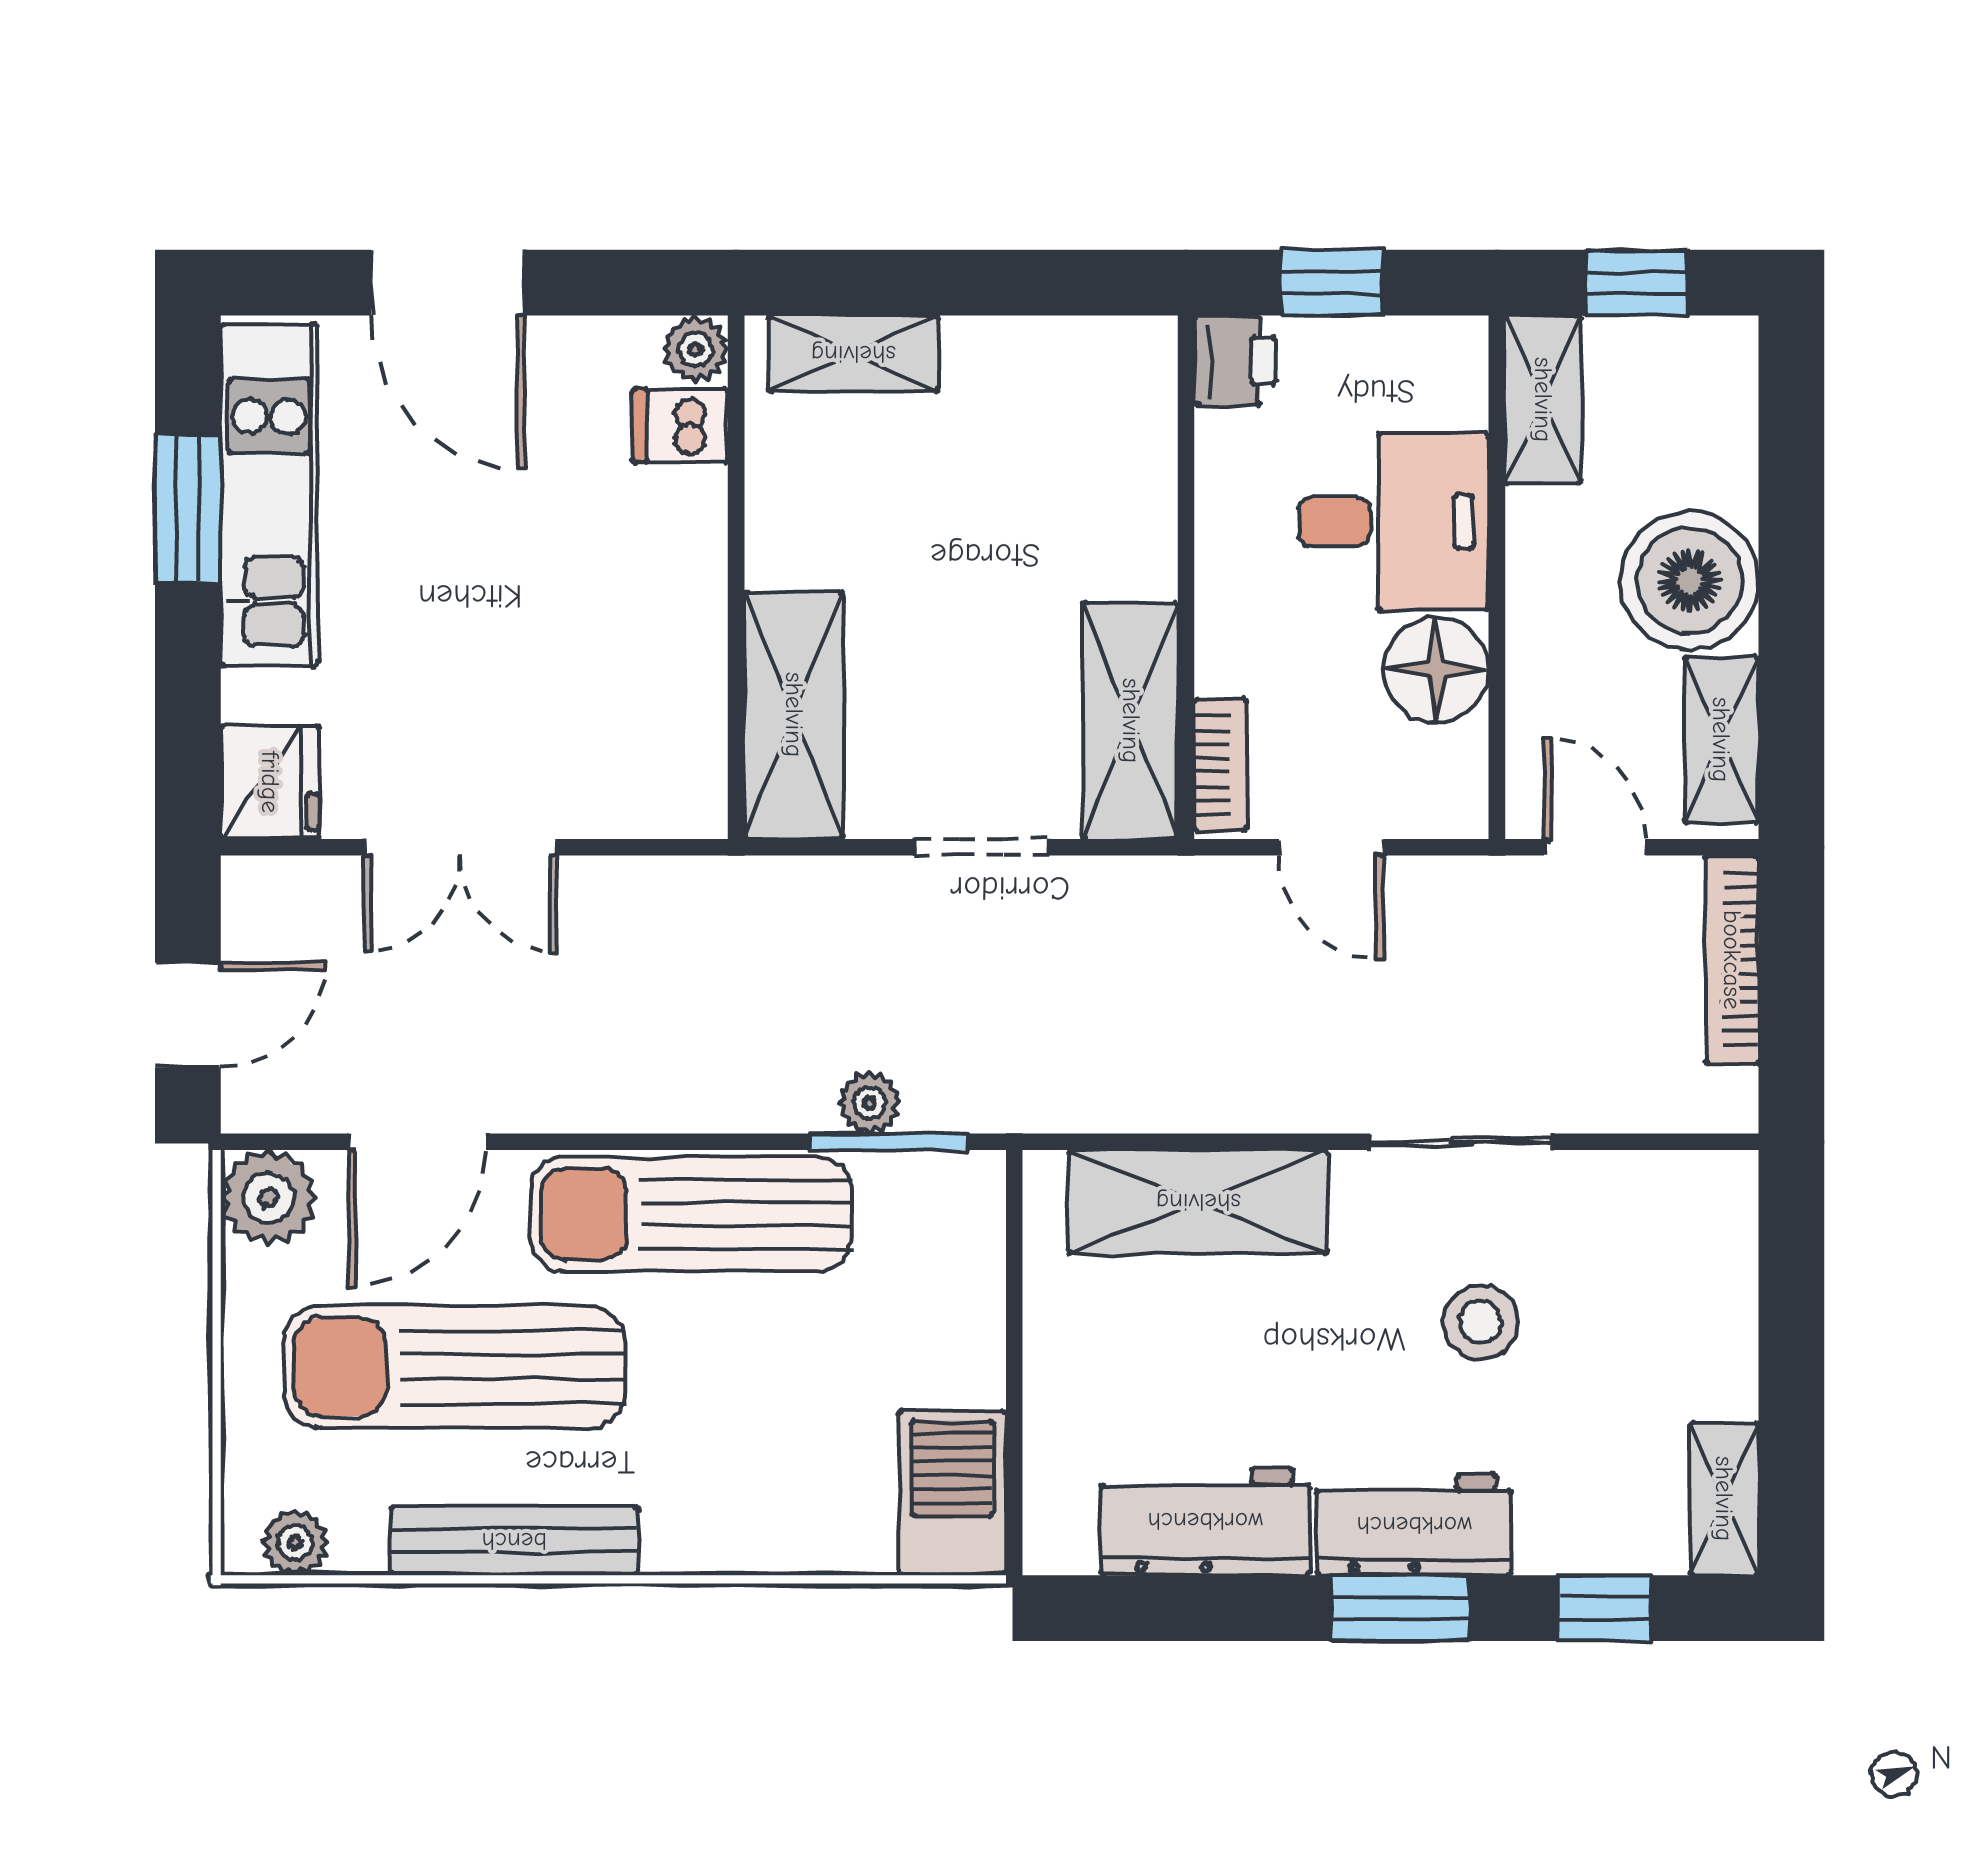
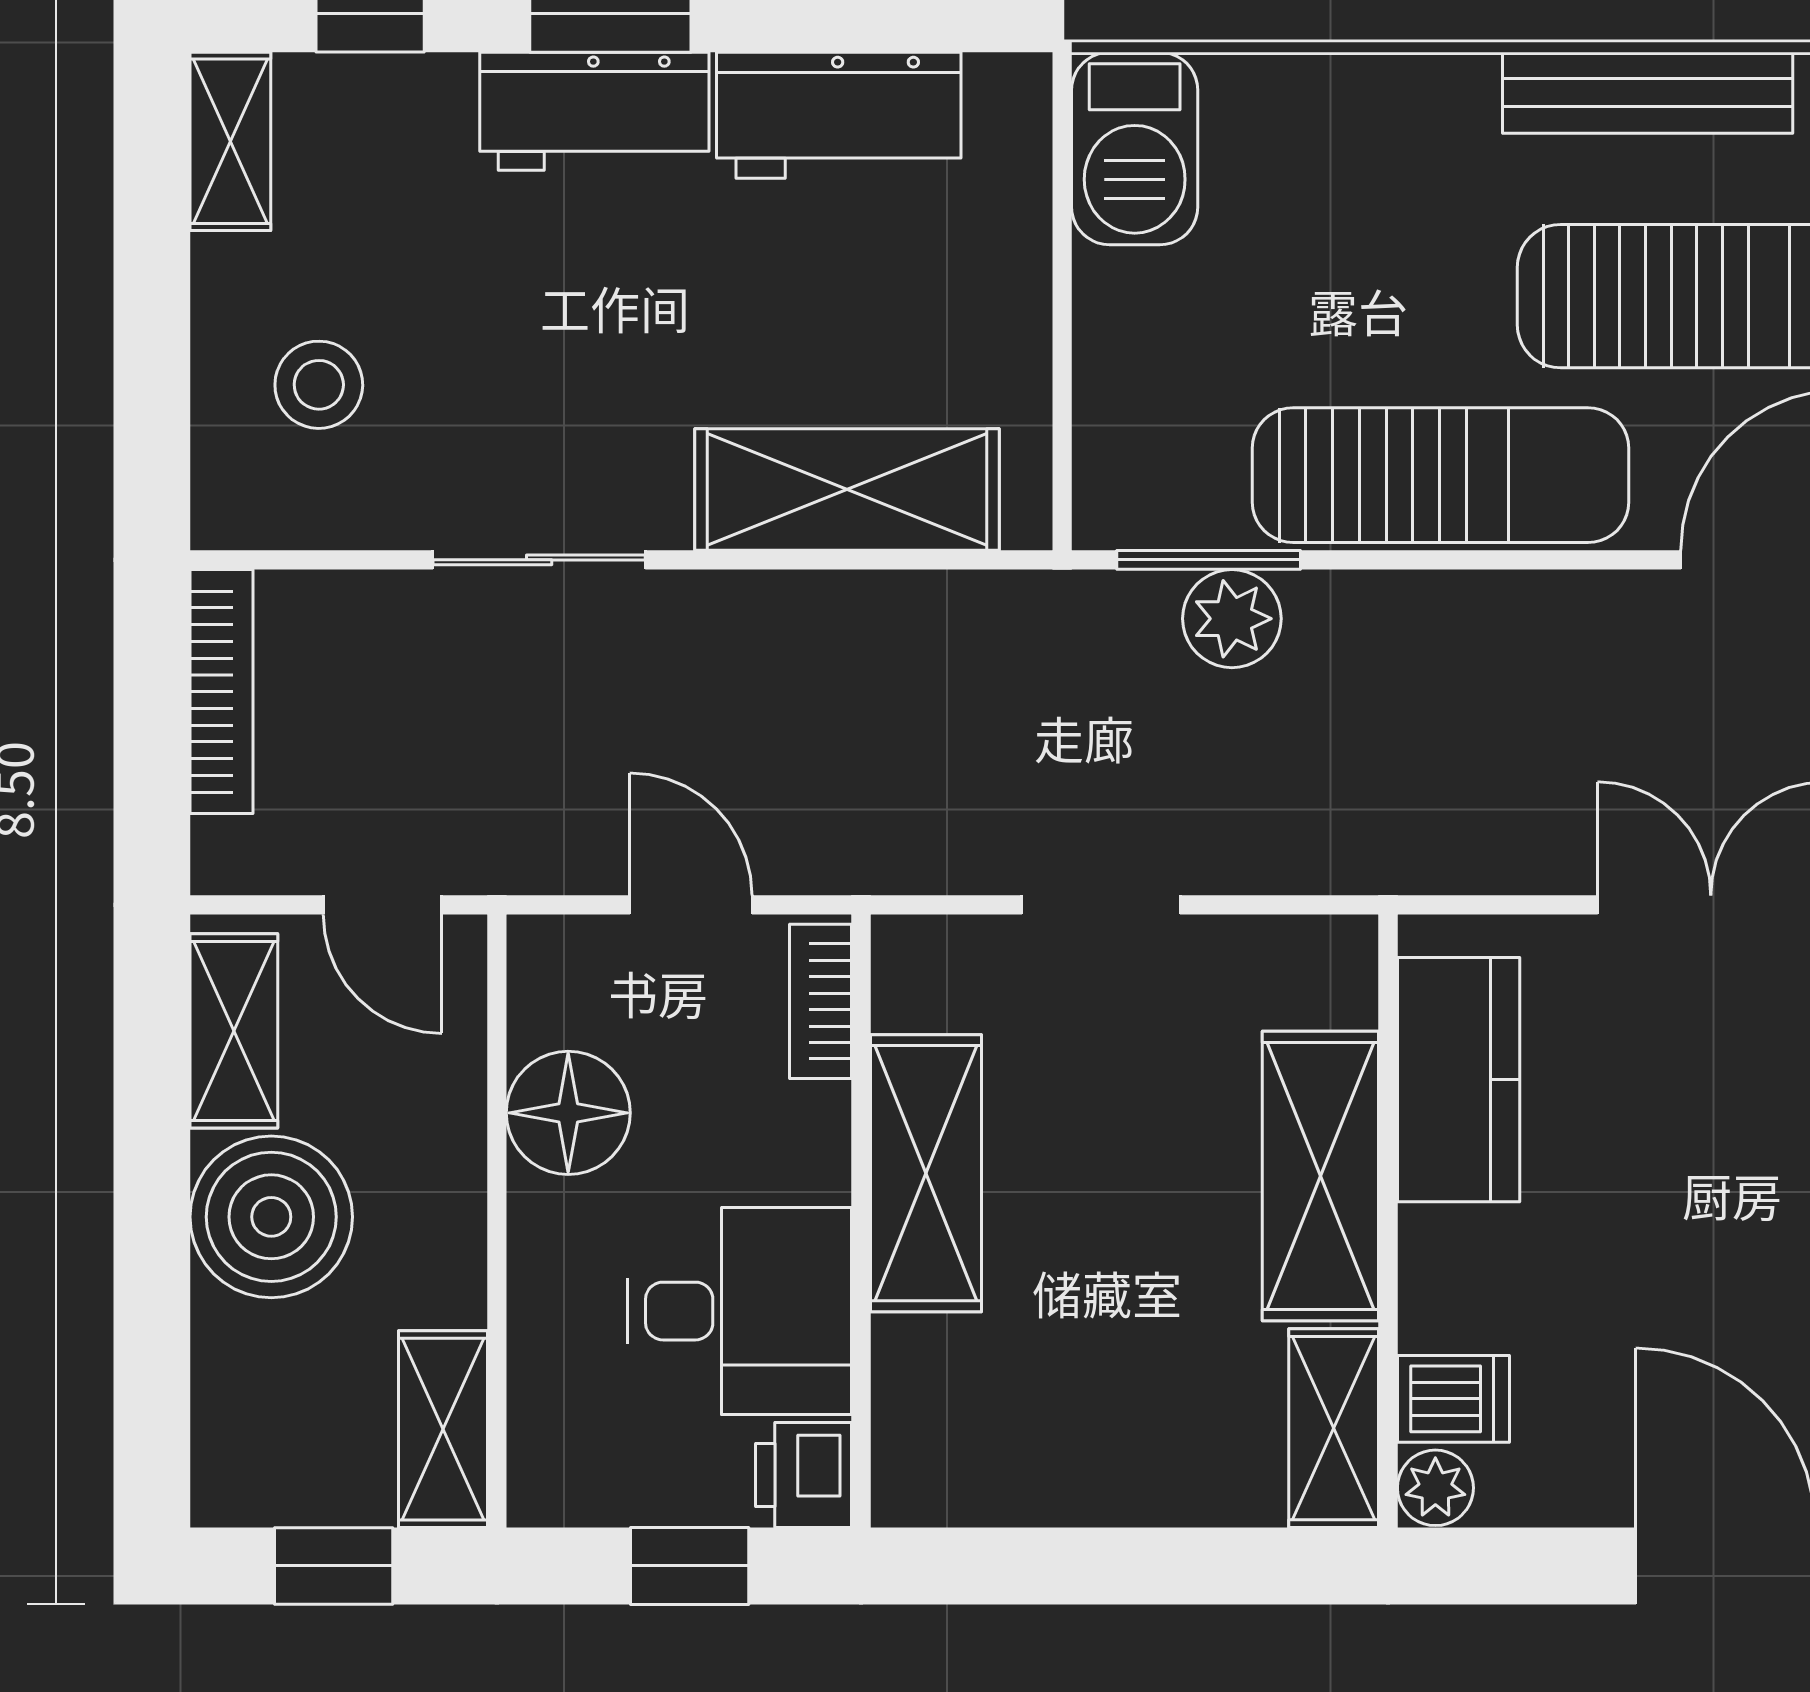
shelving: (853, 354) -> (1334, 1428), moved, turned 90
desk: (1393, 522) -> (740, 1311), moved, turned 180
kitchen counter: (676, 698) -> (1459, 1080), added
shelving: (794, 715) -> (1320, 1176), moved
shelving: (1131, 721) -> (926, 1173), moved
bookcase: (1732, 960) -> (221, 692), moved
plant: (869, 1103) -> (1232, 619), width x1.38, depth x1.38
stool: (1481, 1322) -> (319, 385), moved

